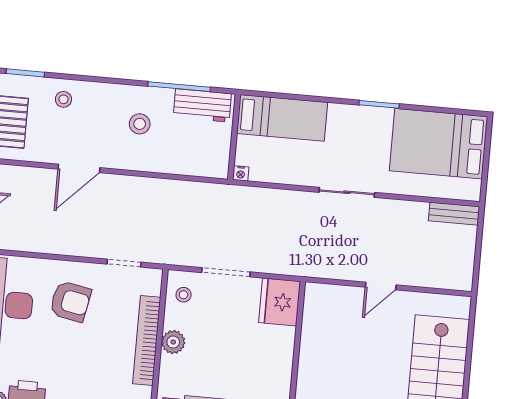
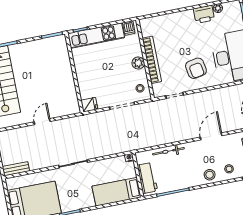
workbench: (202, 105) -> (147, 178), moved, turned 90
stool: (140, 124) -> (210, 175), moved
bicycle: (165, 164) -> (168, 151), added
armchair: (70, 301) -> (196, 68), turned -111
fridge: (280, 302) -> (89, 105), width x0.53, depth x0.75

